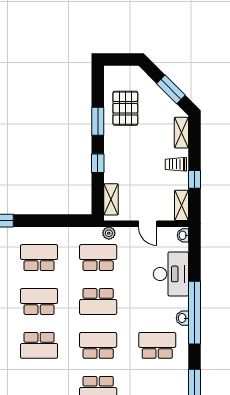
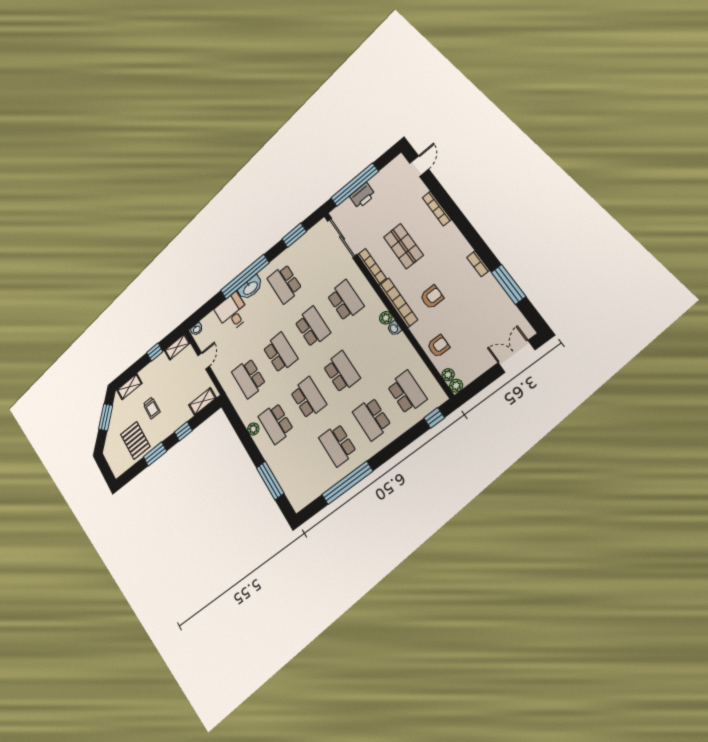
pallet: (125, 108) -> (135, 440), turned 90
trolley: (176, 164) -> (152, 408), moved
plant: (109, 233) -> (253, 429), moved
desk: (171, 274) -> (232, 312), width x0.73
school desk: (39, 301) -> (308, 398), turned 180
washbasin: (182, 318) -> (250, 288), width x1.91, depth x1.45
school desk: (98, 345) -> (312, 327), turned 180

